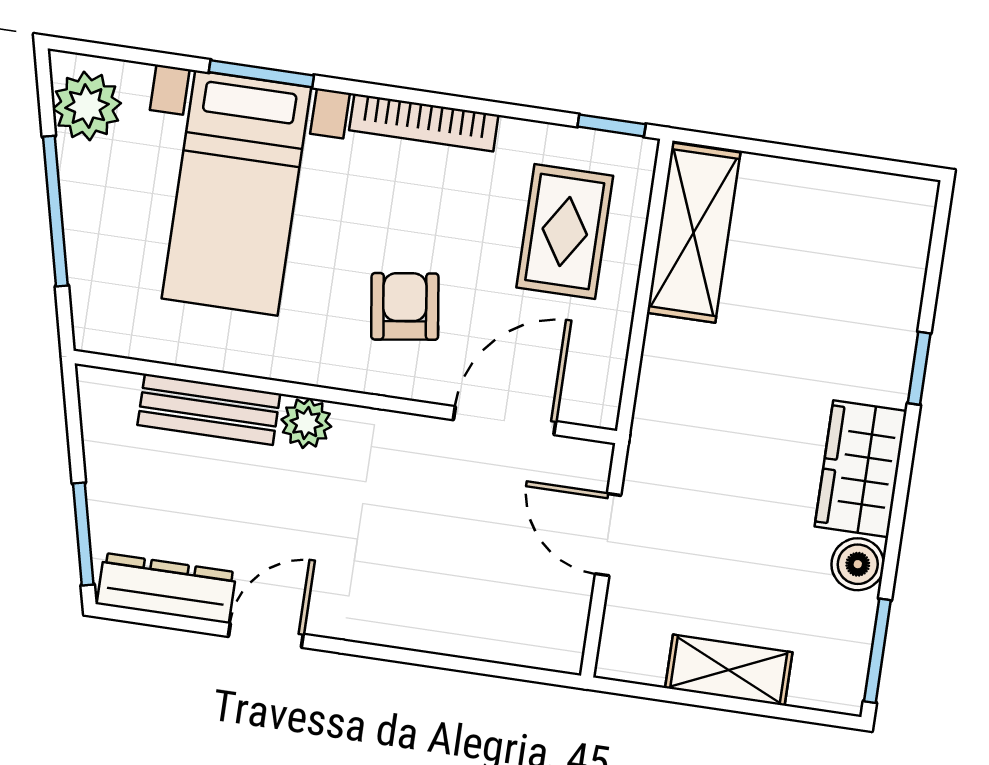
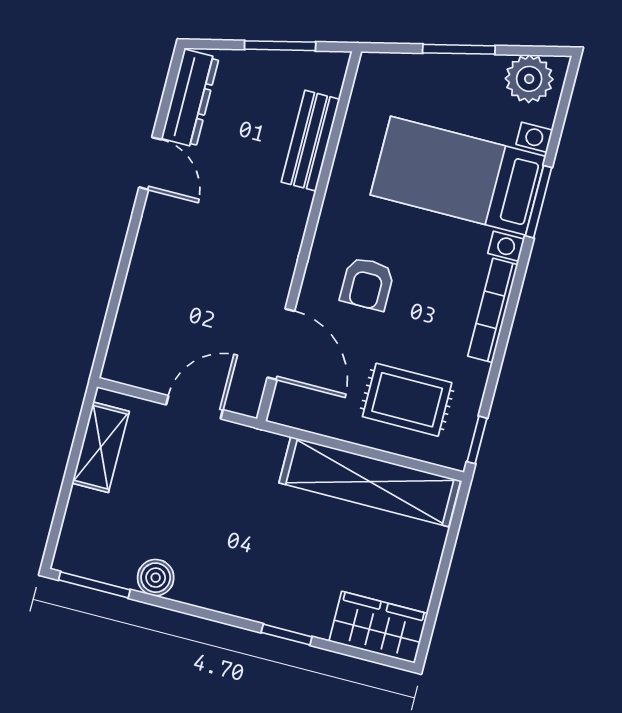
window: (55, 211) -> (459, 49), width x0.69
shelving: (694, 233) -> (370, 482), width x1.47
armchair: (405, 306) -> (367, 284), turned 98
plant: (306, 423) -> (294, 207), removed
wardrobe: (861, 469) -> (378, 627), moved
window: (83, 534) -> (280, 46), moved
shelving: (729, 670) -> (101, 447), moved

